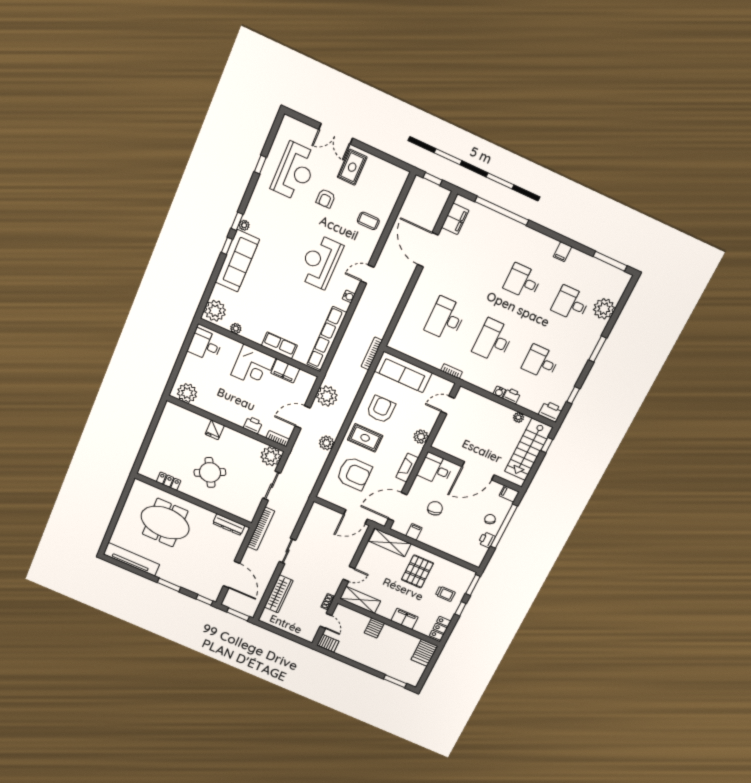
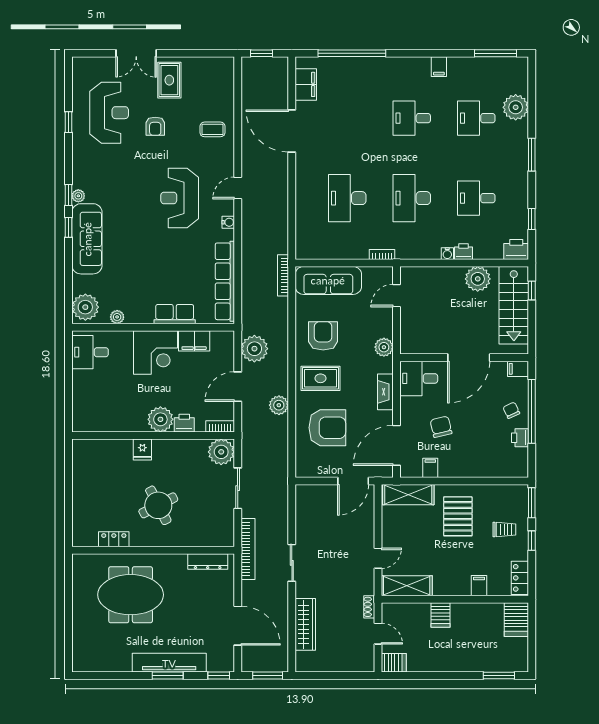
plant: (187, 393) -> (160, 419), moved
plant: (519, 417) -> (478, 279), width x1.88, depth x1.88
tv unit: (131, 559) -> (169, 663), moved
filing cabinet: (404, 619) -> (479, 586), width x0.50

